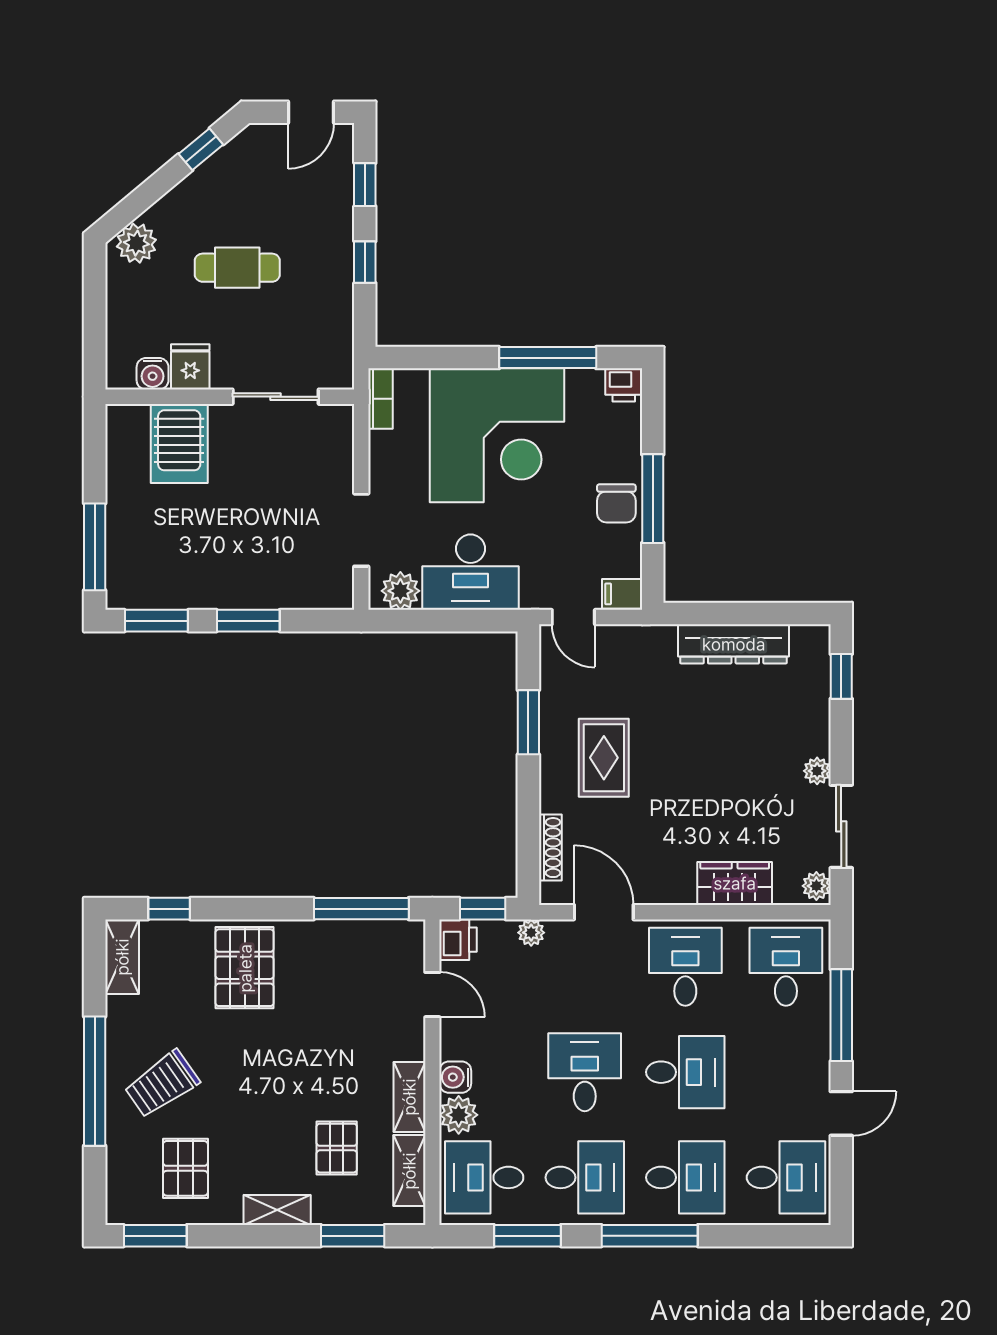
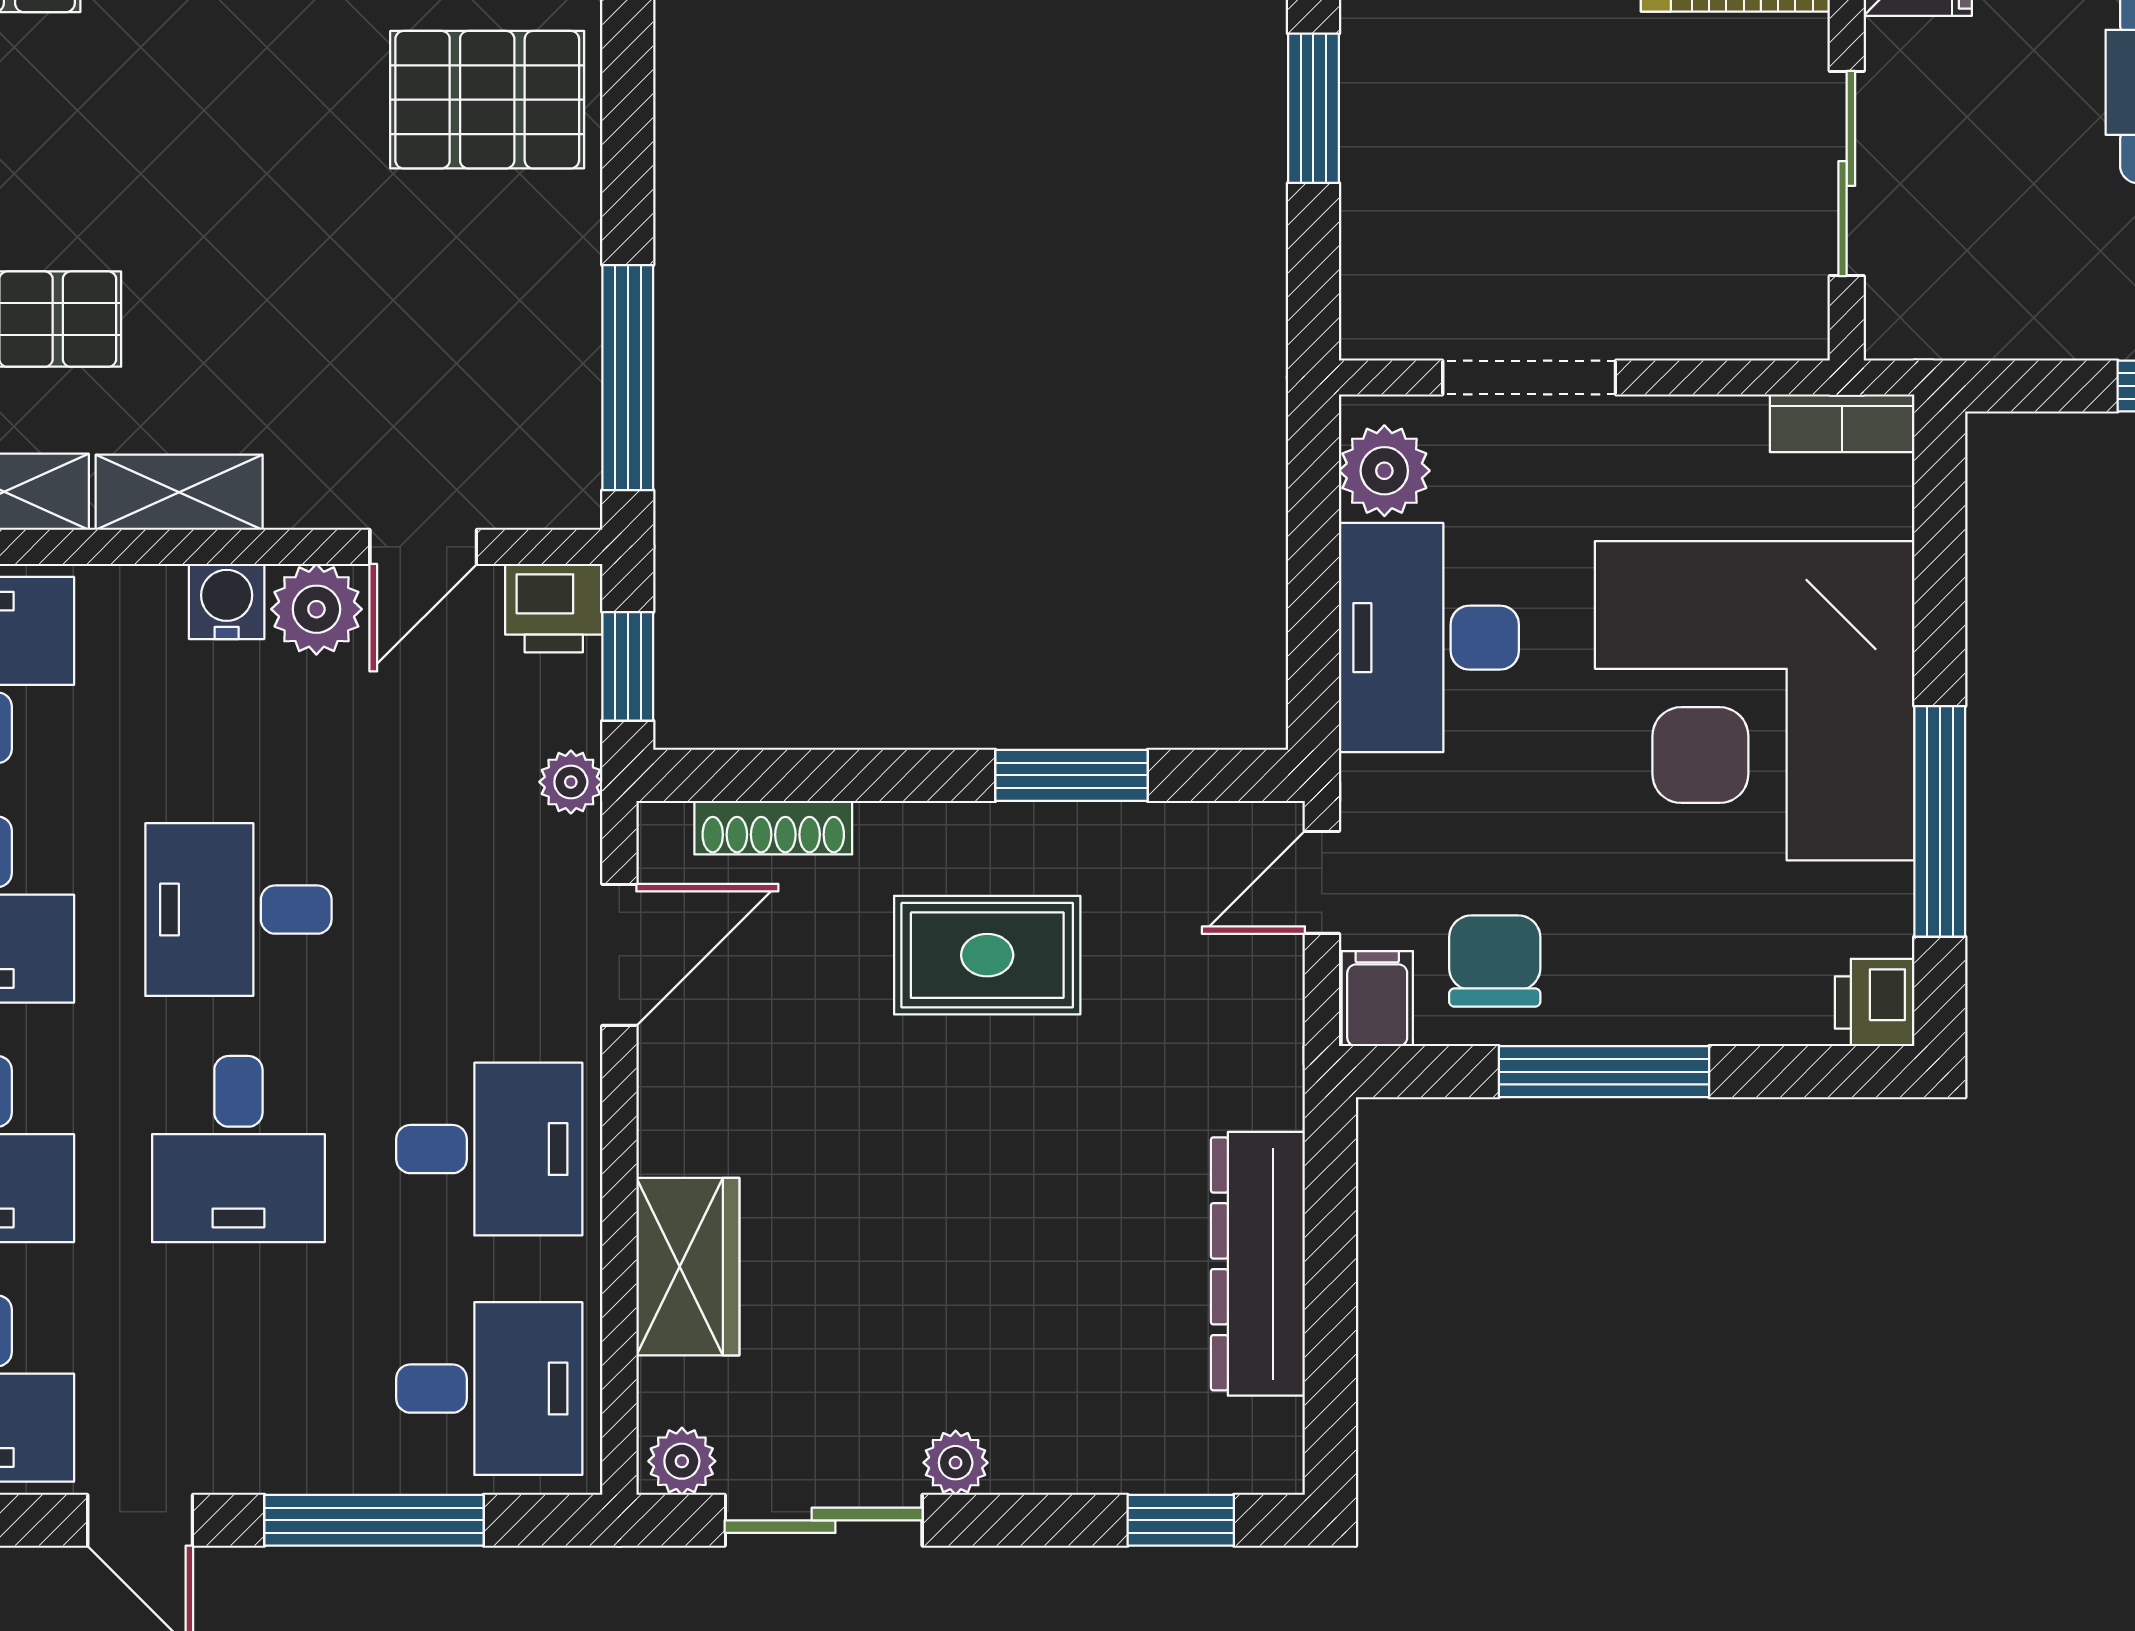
chair: (616, 503) -> (1495, 961), moved, turned 90
desk: (585, 1072) -> (238, 910), turned 180
plant: (459, 1115) -> (316, 609), moved

